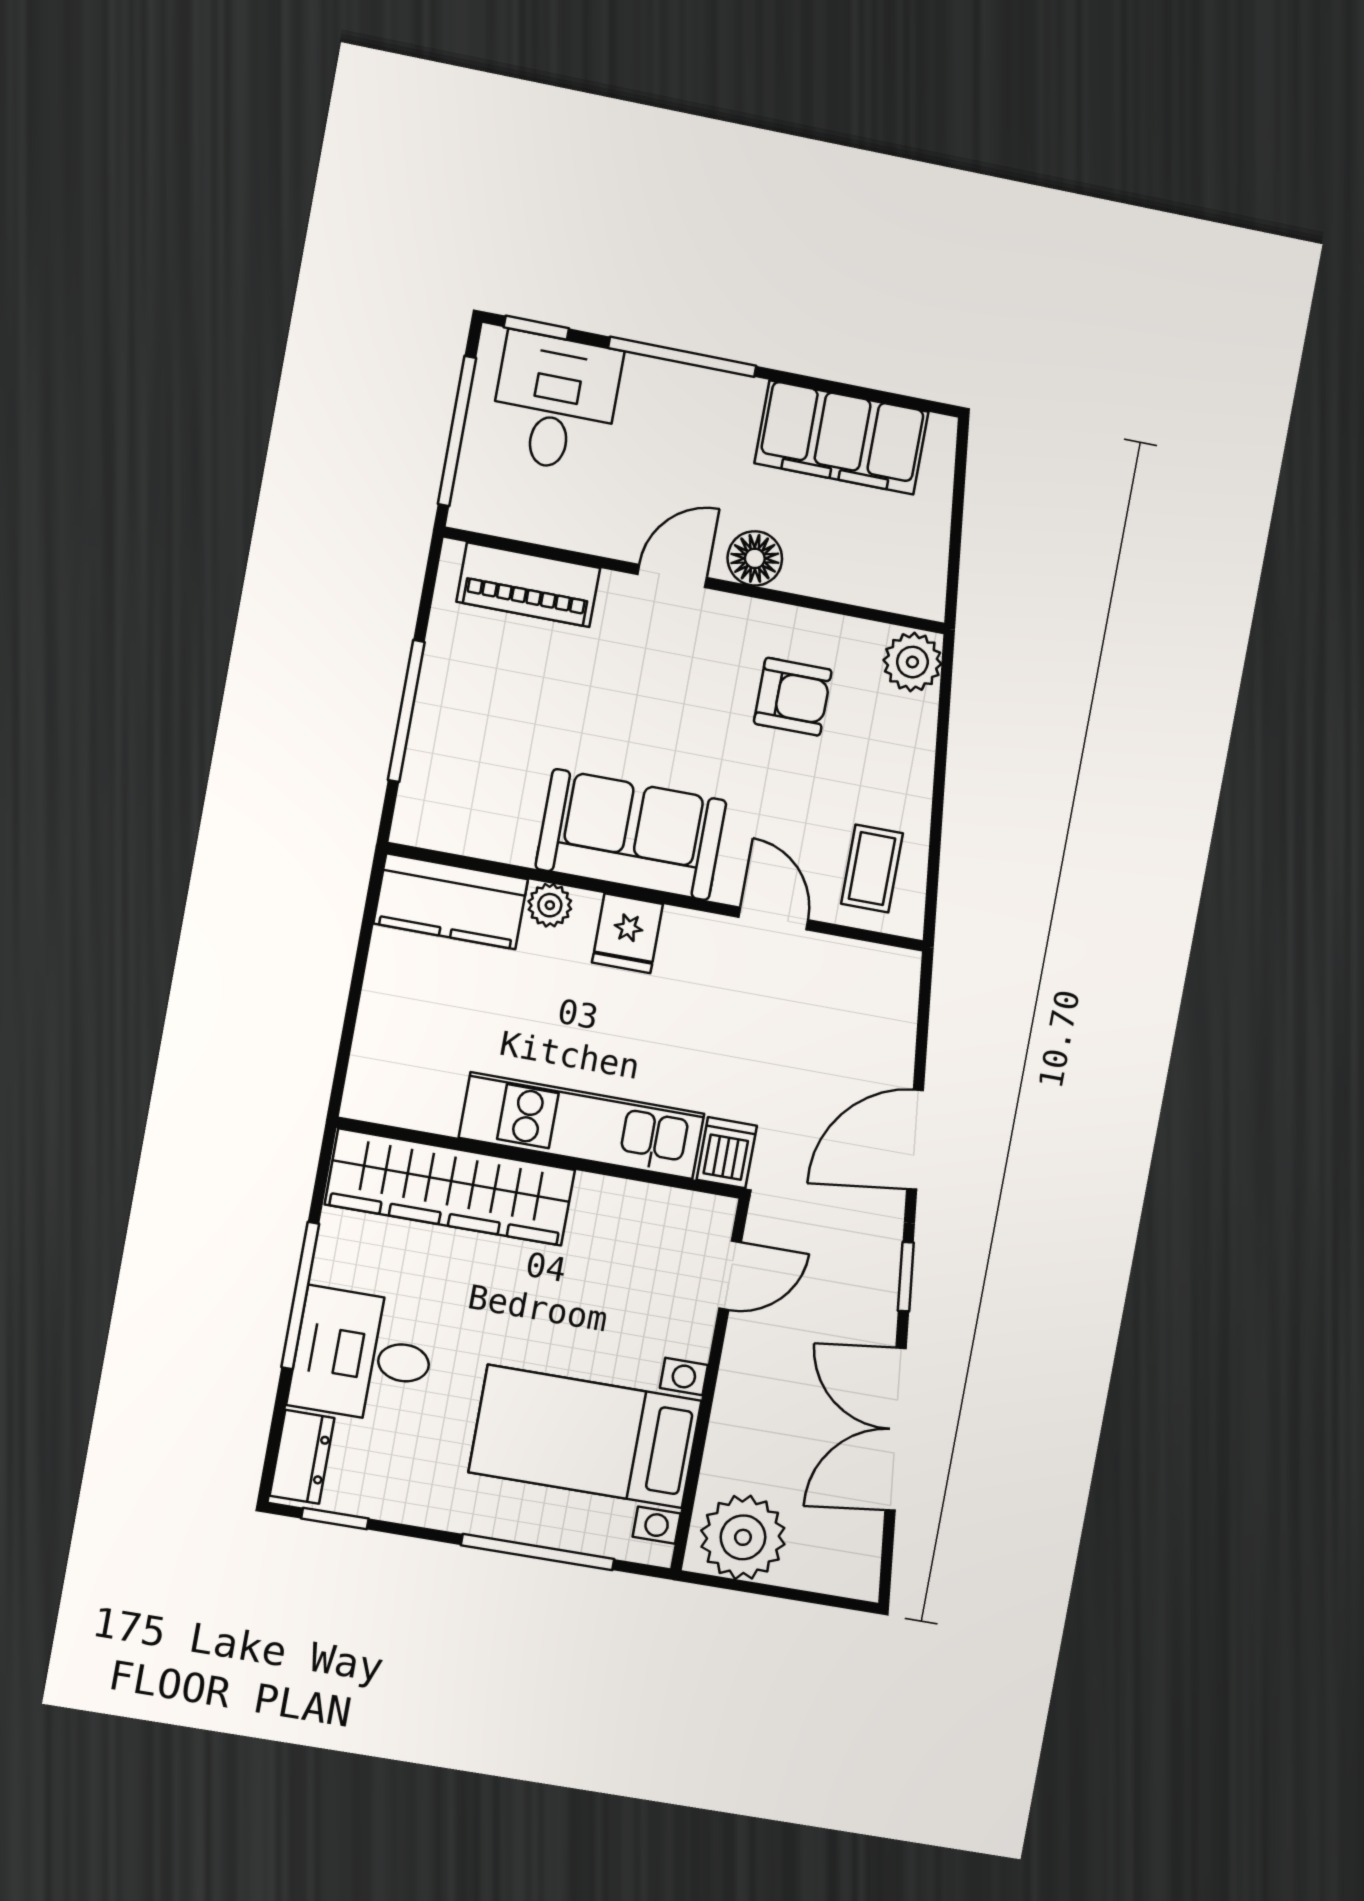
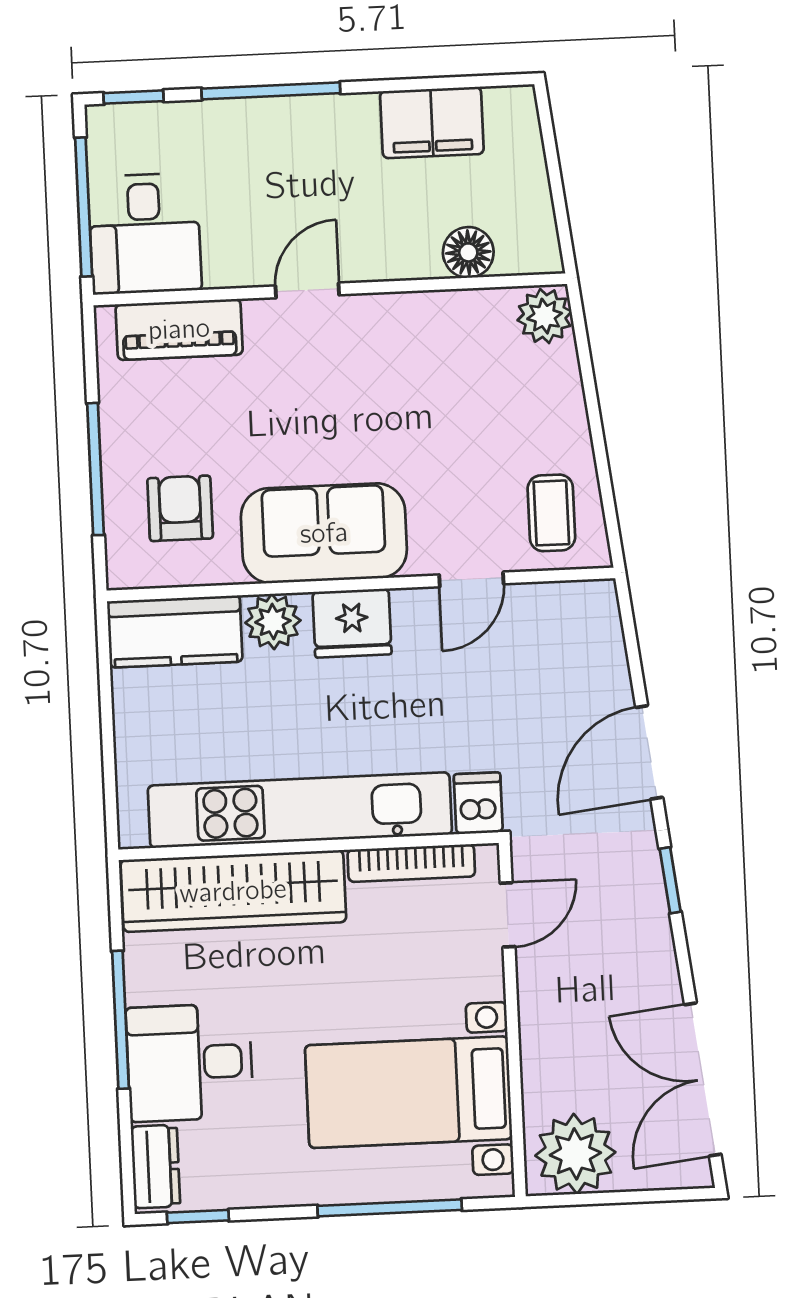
desk: (555, 403) -> (145, 233), moved, turned 180
filing cabinet: (842, 437) -> (432, 123), width x0.67, depth x0.86
floor lamp: (755, 558) -> (468, 252), moved
armchair: (793, 697) -> (180, 508), moved, turned -90
plant: (550, 905) -> (273, 622), width x1.38, depth x1.38
door: (773, 918) -> (471, 579), swing flipped
fridge: (627, 933) -> (352, 623), width x1.38
kitchen unit: (582, 1126) -> (300, 810), width x1.36
bookcase: (643, 1199) -> (411, 863), added
double door: (895, 1429) -> (703, 1079), moved

